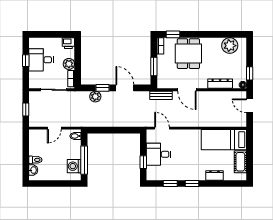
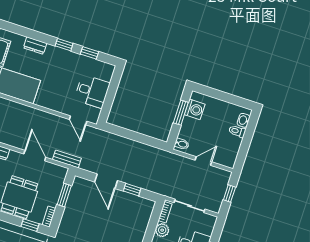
plant: (95, 97) -> (144, 182), removed
window: (84, 160) -> (181, 113), width x0.69
window: (143, 162) -> (113, 88), removed

